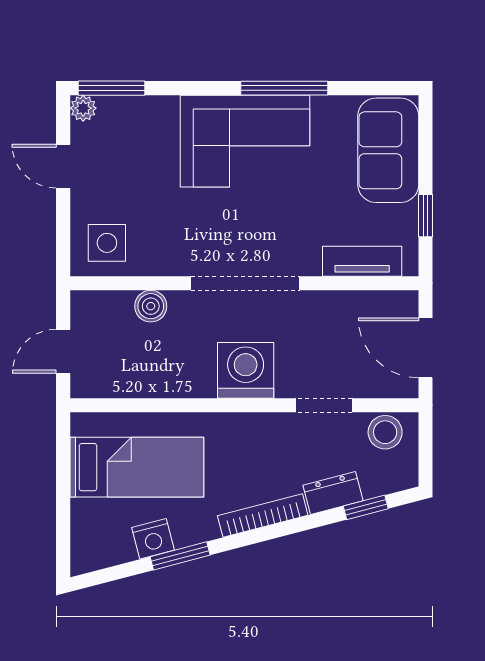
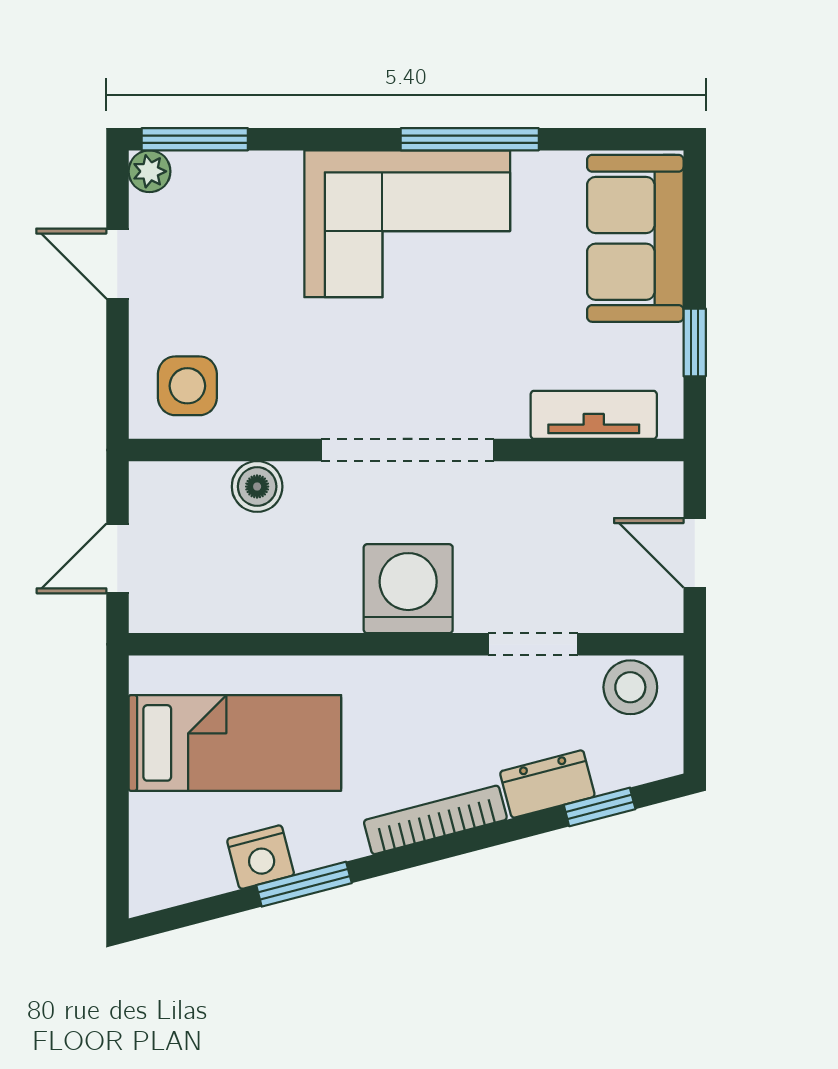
door: (426, 348) -> (695, 553), width x0.73

